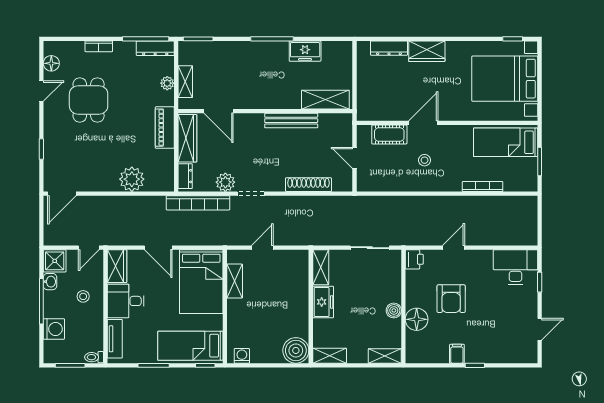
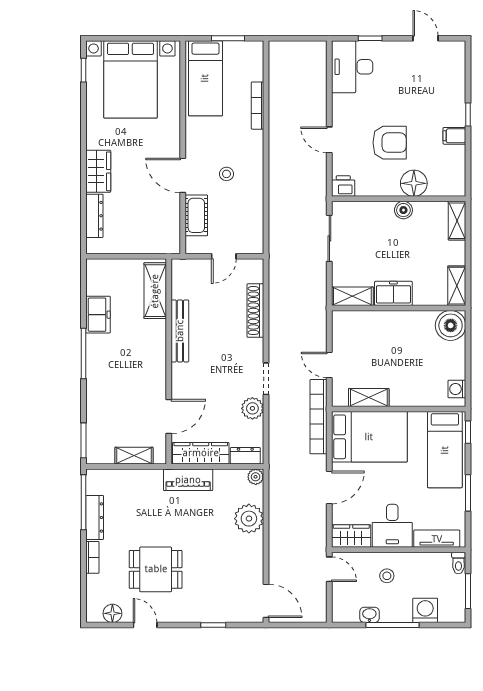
dresser: (155, 48) -> (95, 517), moved
plant: (167, 83) -> (256, 477), moved
bookcase: (198, 203) -> (319, 417), moved, turned 180
shower: (55, 261) -> (345, 609), removed

